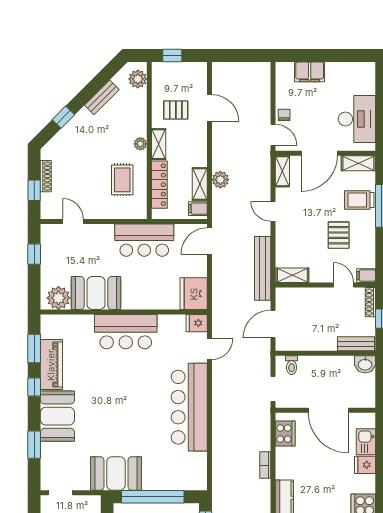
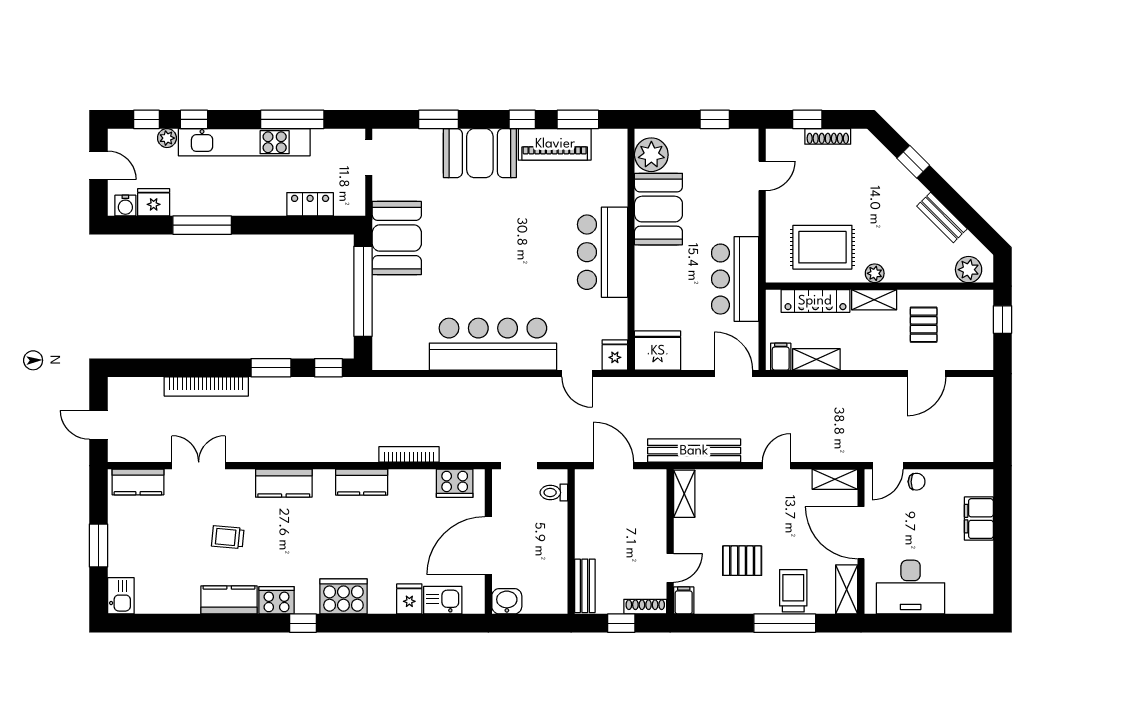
rug: (122, 180) -> (822, 247), width x1.36, depth x1.43
plant: (220, 180) -> (823, 389), removed
washbasin: (365, 364) -> (507, 601), moved, turned 90
bookcase: (265, 465) -> (409, 454), width x1.56

